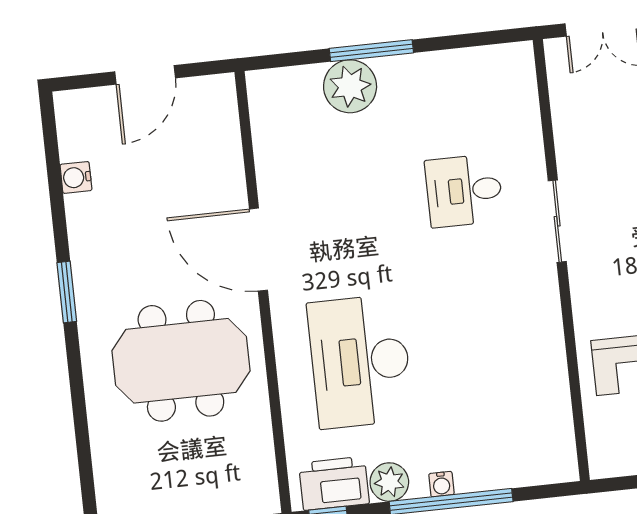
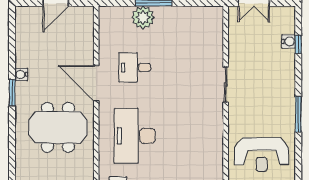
water cooler: (76, 177) -> (21, 74), moved
desk: (464, 191) -> (135, 67), moved

